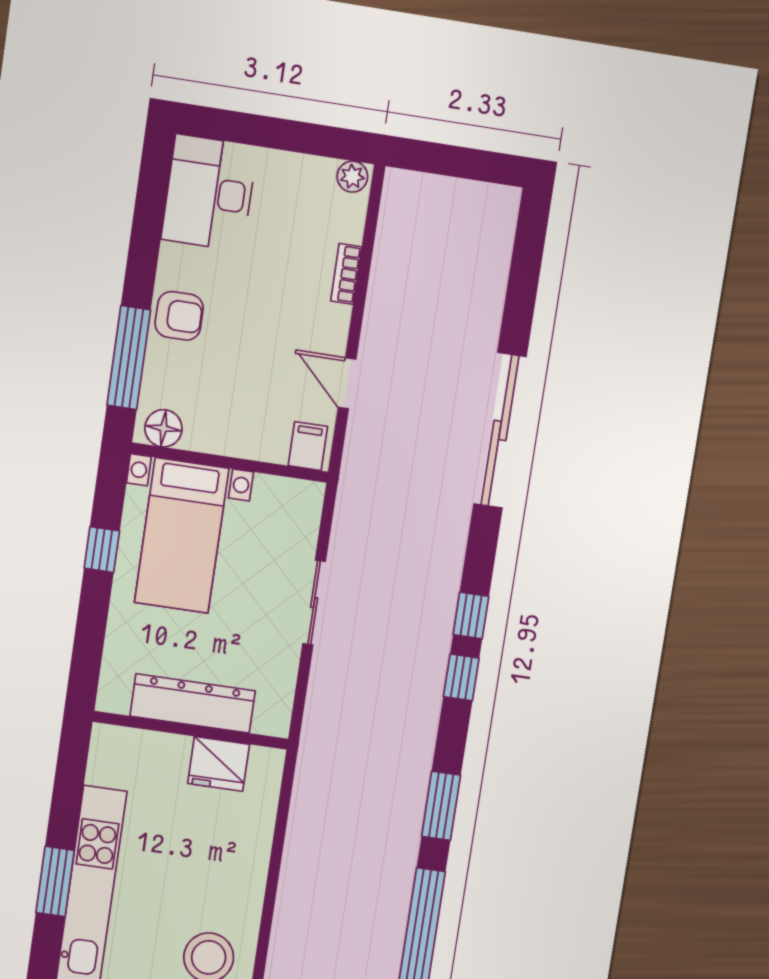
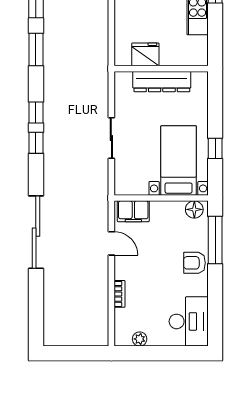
plant: (352, 177) -> (140, 339), moved
filing cabinet: (308, 446) -> (133, 211), width x2.00

